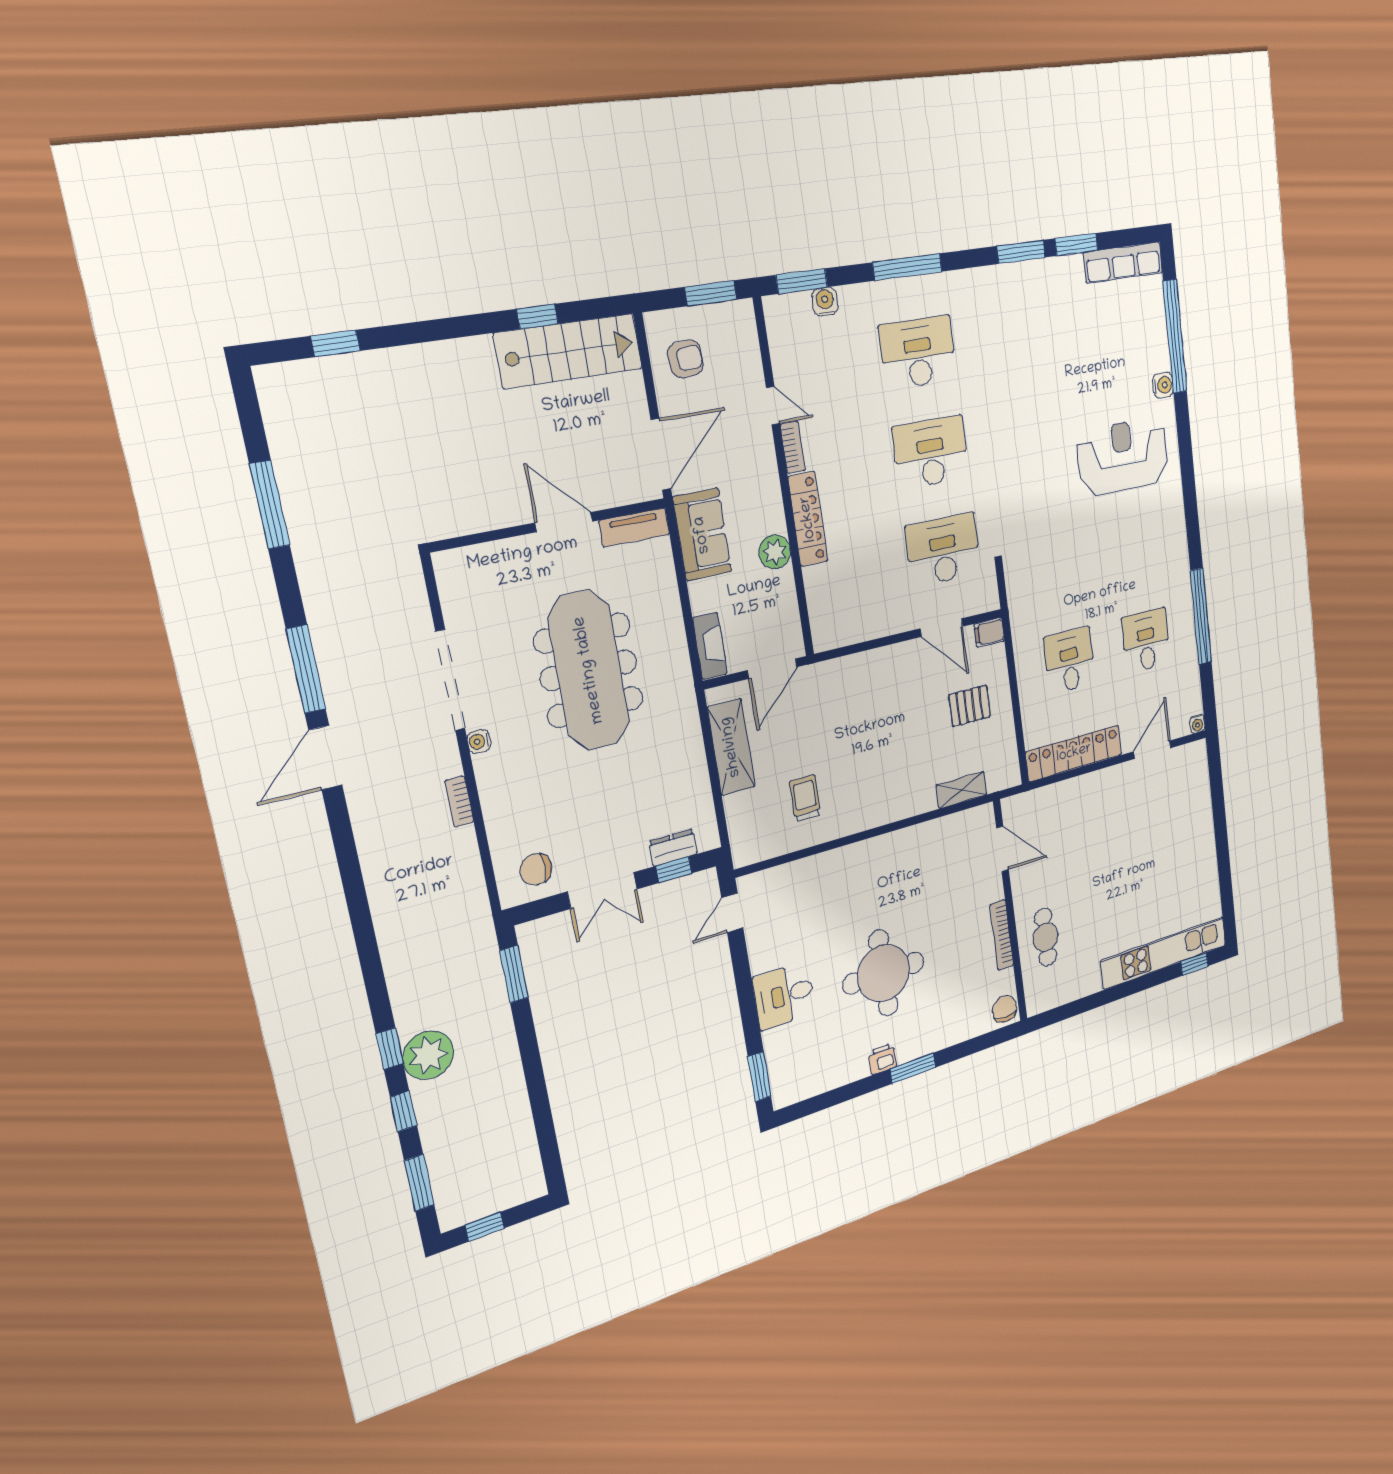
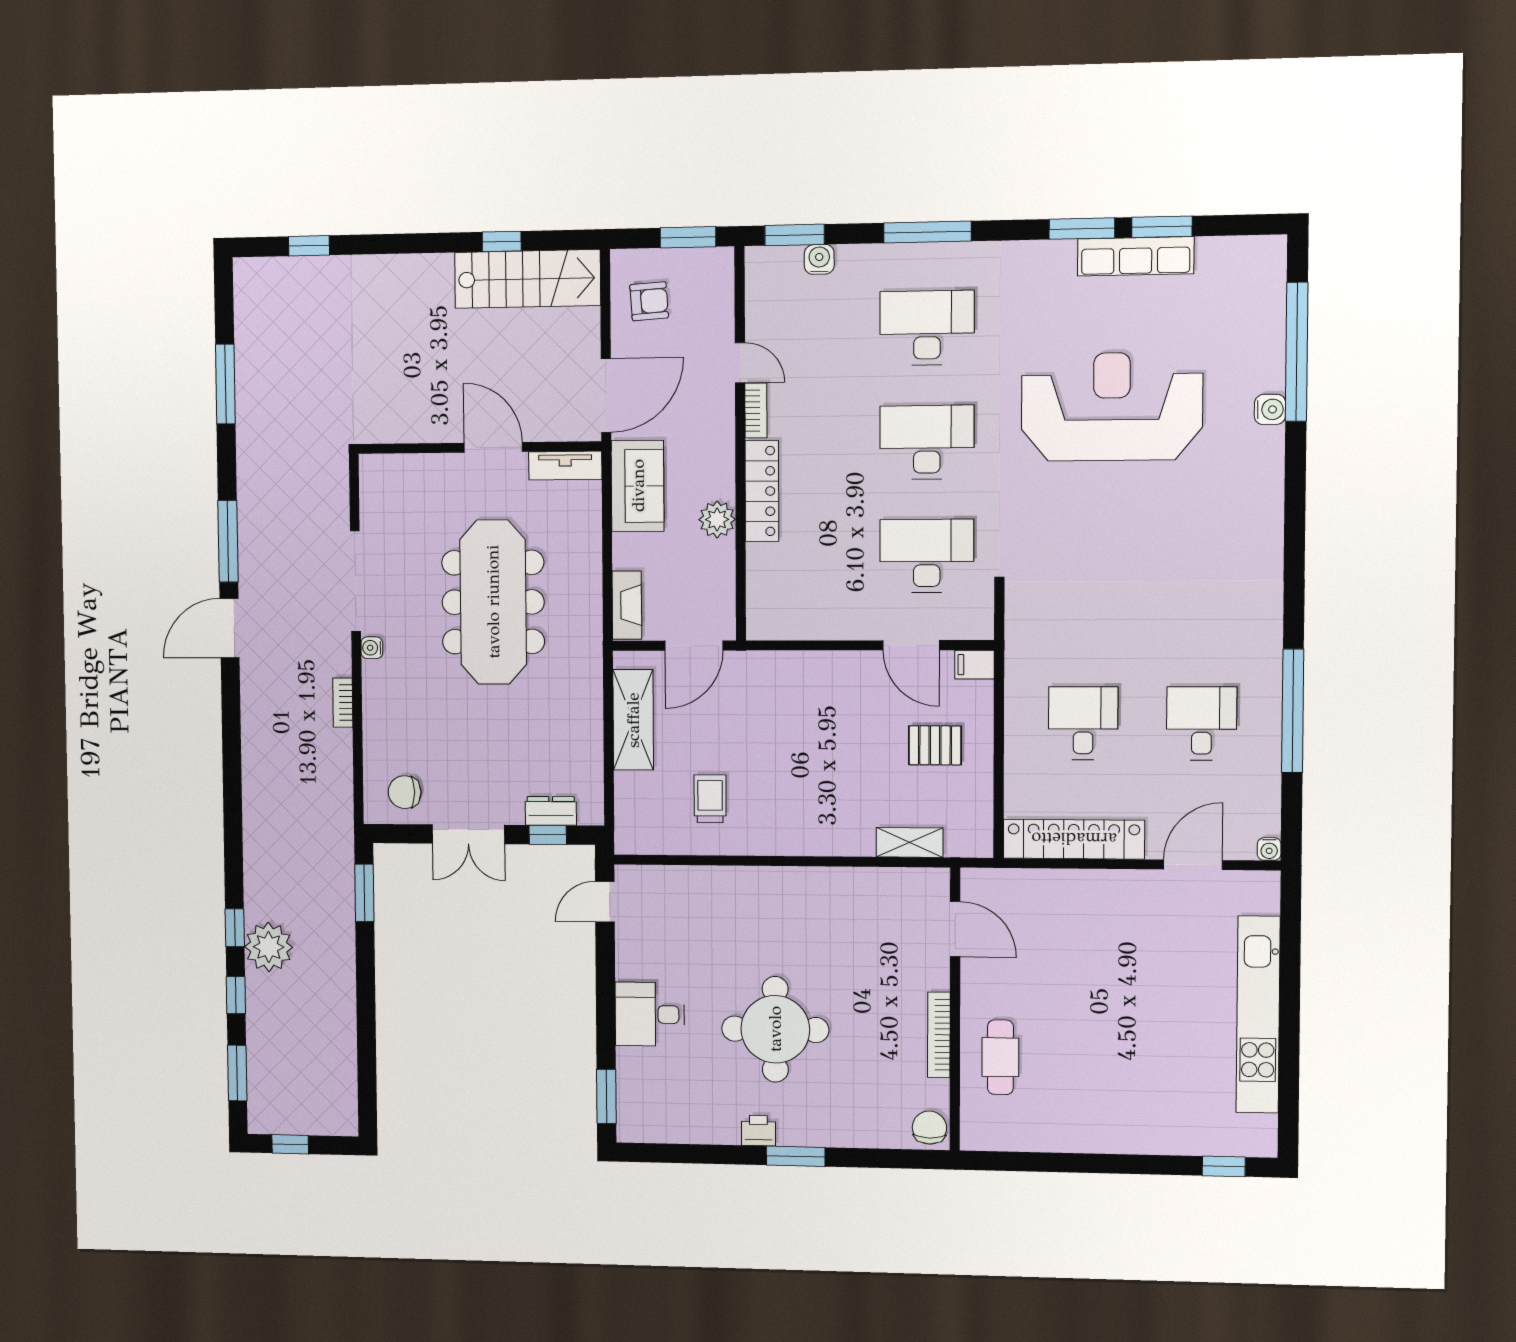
row of seats: (1123, 263) -> (1136, 256), moved
reception desk: (1123, 457) -> (1112, 407), moved, width x1.36, depth x1.30
kitchen unit: (1164, 953) -> (1258, 1015), moved, turned -90

